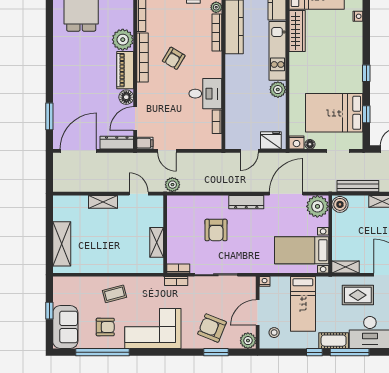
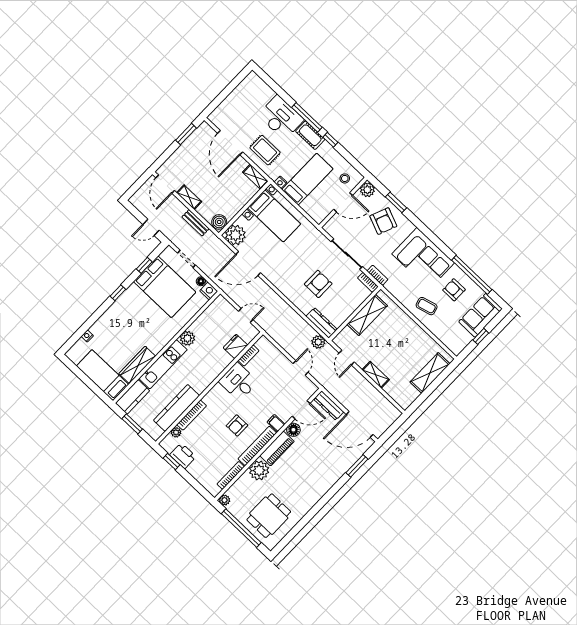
armchair: (174, 58) -> (237, 425), turned 149
fridge: (271, 140) -> (235, 346), moved, turned 90
filing cabinet: (145, 143) -> (276, 423), moved
bench: (358, 186) -> (196, 223), width x0.73
dresser: (246, 202) -> (322, 323), moved
shelving: (157, 242) -> (367, 315), width x1.50, depth x1.33
nightstand: (265, 281) -> (280, 182), moved

